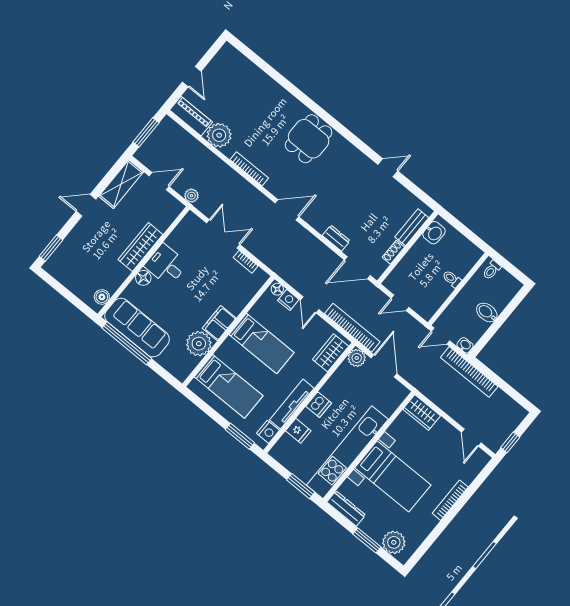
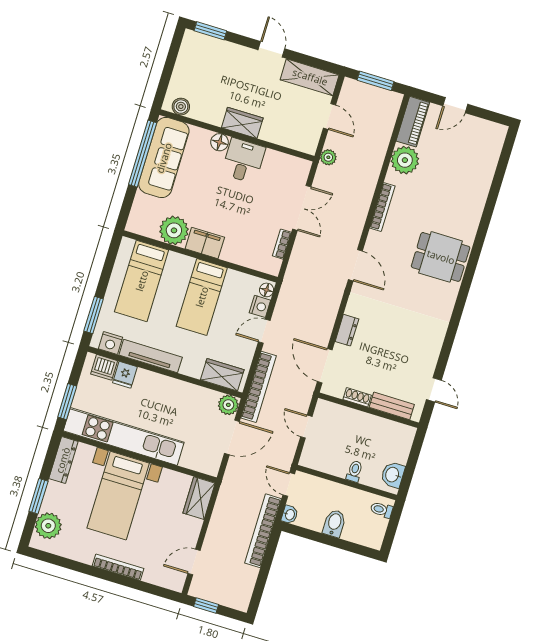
door: (388, 168) -> (434, 390), moved
washbasin: (434, 233) -> (393, 475), moved, turned 90
wardrobe: (140, 247) -> (242, 123), width x0.67
dishwasher: (319, 405) -> (104, 367), moved

